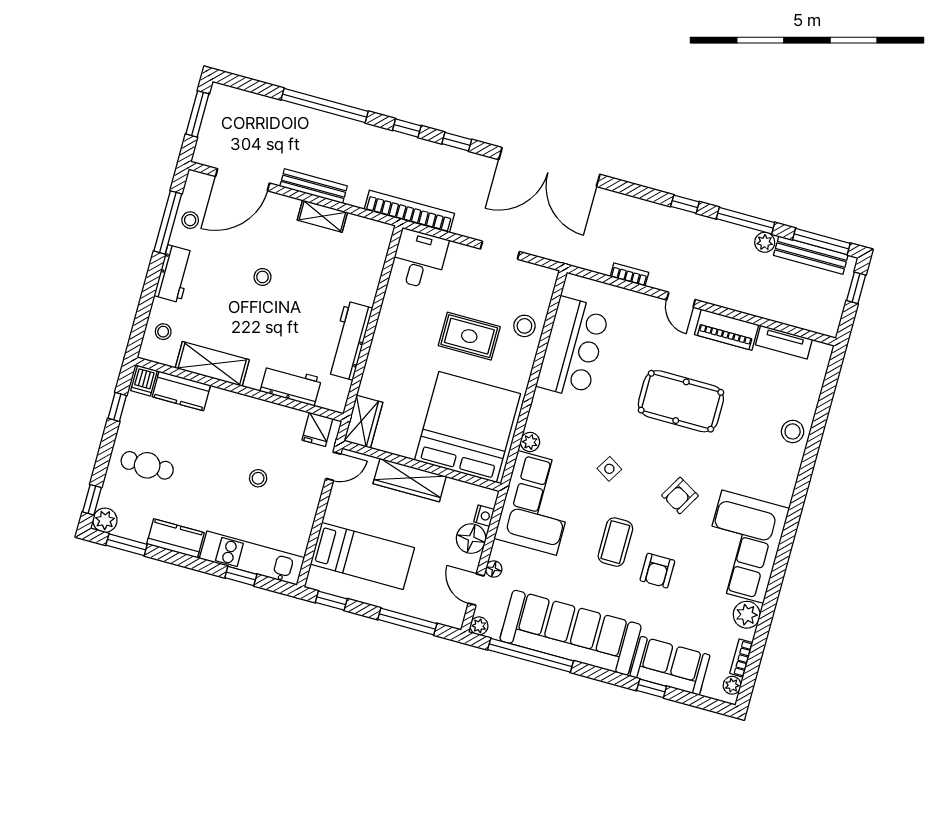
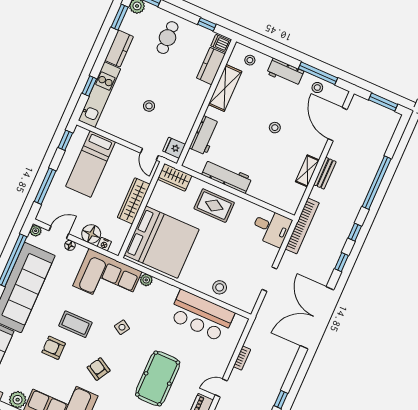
bench: (314, 186) -> (325, 173), width x0.73
rug: (469, 336) -> (214, 206), moved, turned 90

